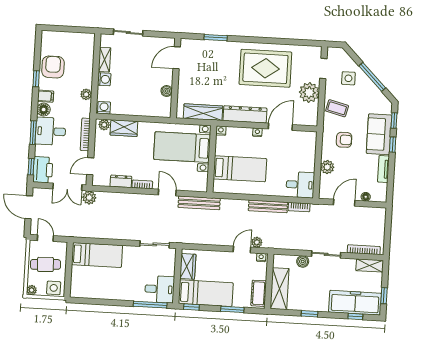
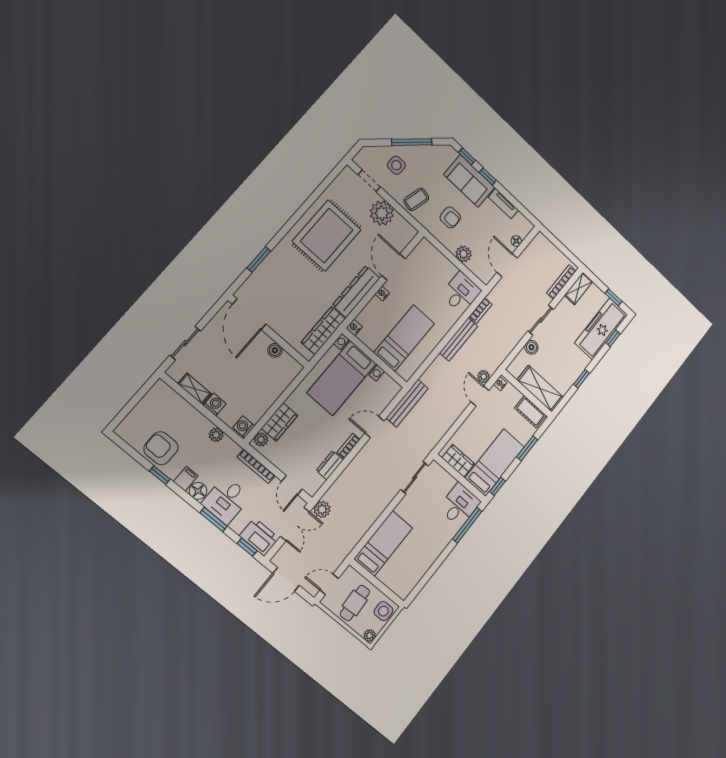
door: (177, 58) -> (249, 314), width x1.36
armchair: (344, 140) -> (450, 217), turned 90

